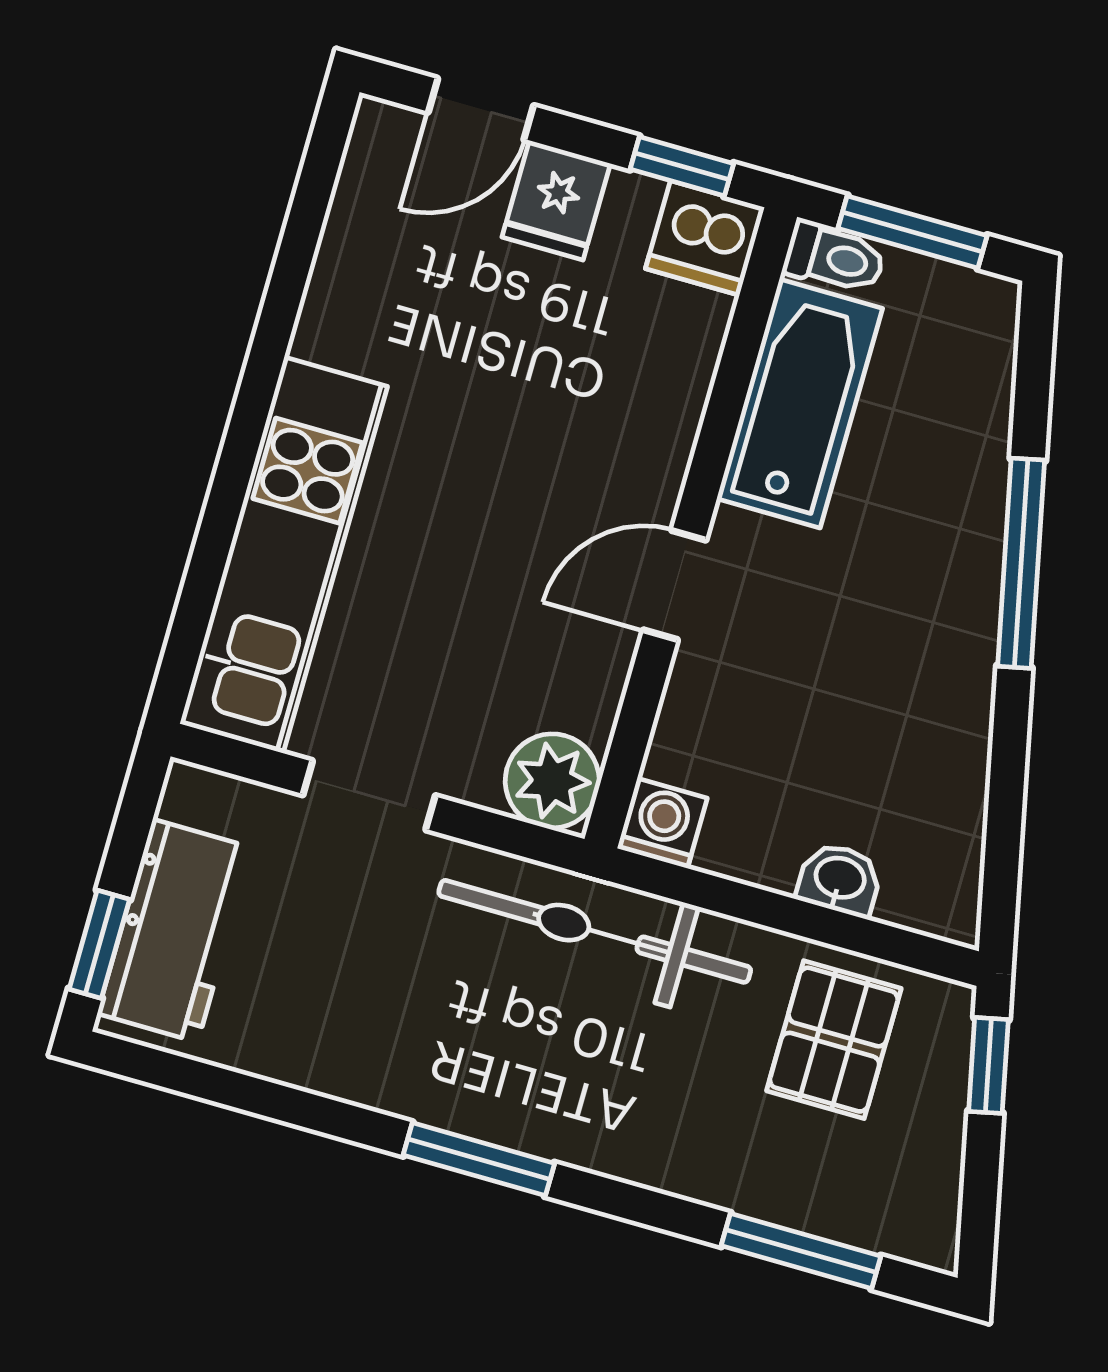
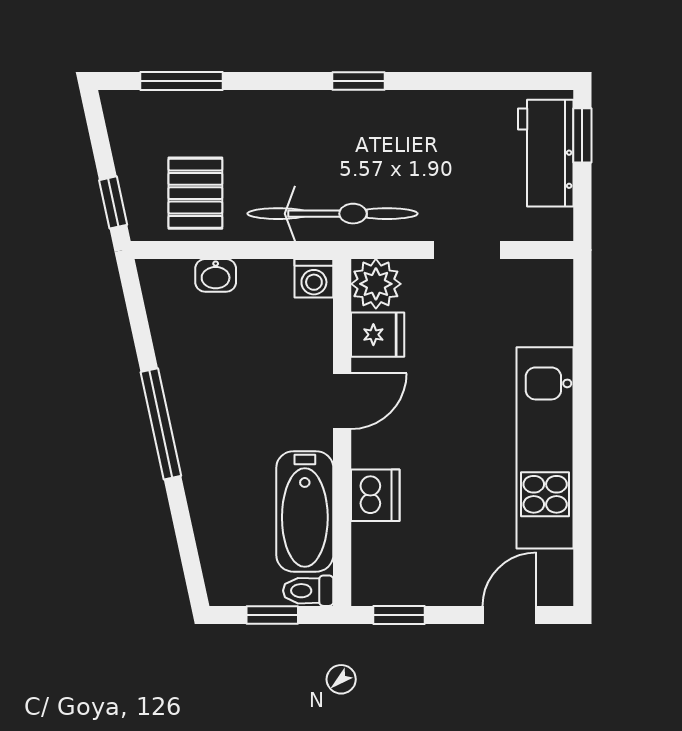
fridge: (556, 200) -> (378, 335), moved, turned 90
window: (913, 232) -> (272, 615), width x0.67
dishwasher: (705, 238) -> (375, 495), moved, turned 90
kitchen unit: (284, 555) -> (545, 448), moved
window: (1021, 563) -> (161, 424), moved
window: (479, 1159) -> (358, 81), width x0.67

